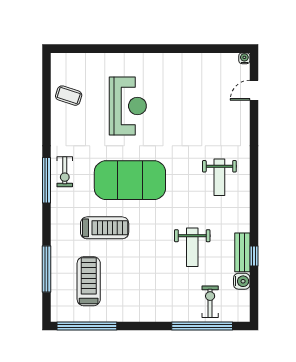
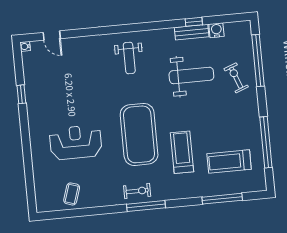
window: (189, 49) -> (21, 94), added
weight bench: (219, 177) -> (129, 58), turned 90
weight bench: (192, 247) -> (191, 75), width x1.36, depth x1.33
exercise bike: (210, 302) -> (236, 78), moved, turned 69
window: (87, 326) -> (266, 142), moved

